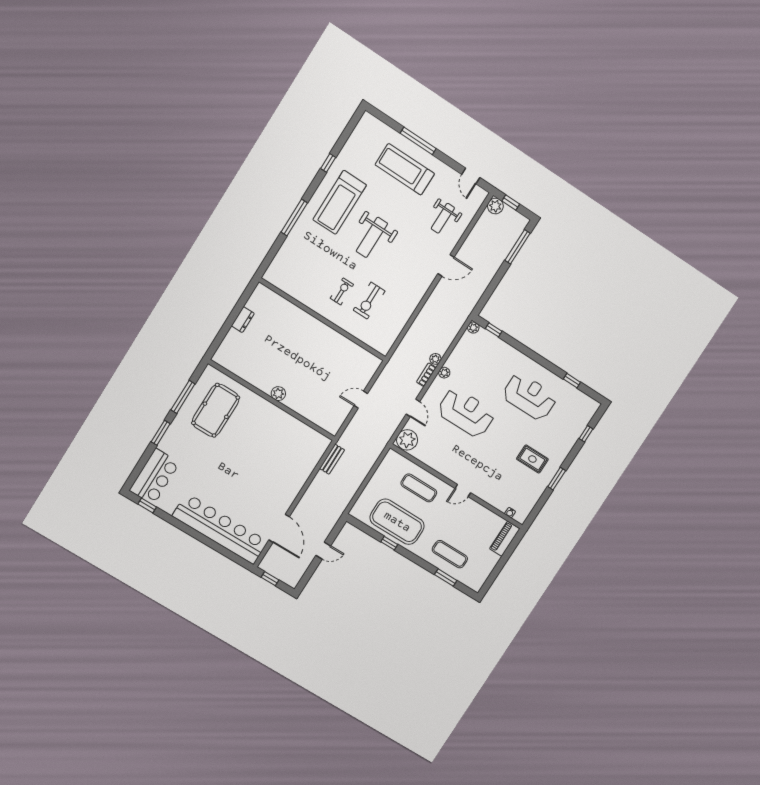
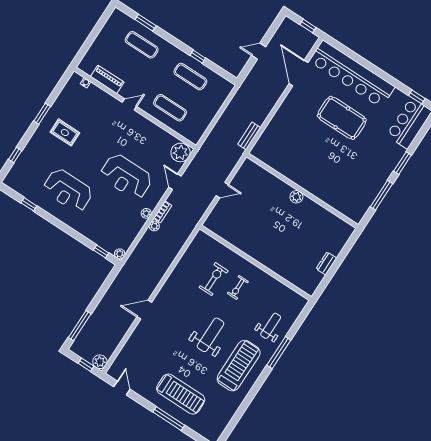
window: (328, 163) -> (248, 400), removed
weight bench: (443, 218) -> (271, 326), moved
pool table: (216, 410) -> (342, 118), moved, turned 90
exercise mat: (397, 522) -> (190, 77), width x0.50, depth x0.69
piano: (505, 539) -> (107, 79), moved, turned -90

